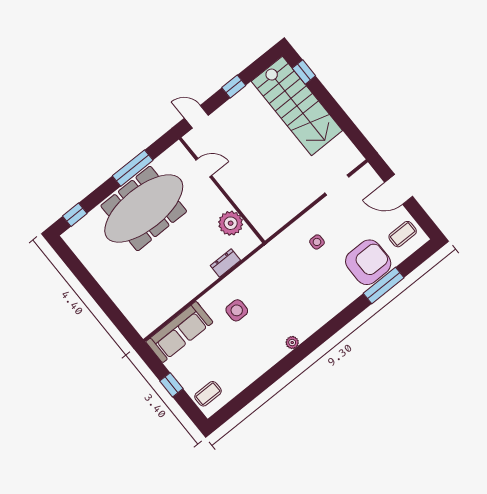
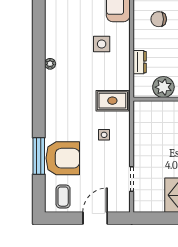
rug: (280, 259) -> (112, 101), added
armchair: (368, 262) -> (63, 158), turned -90
chair: (173, 277) -> (159, 19), added

